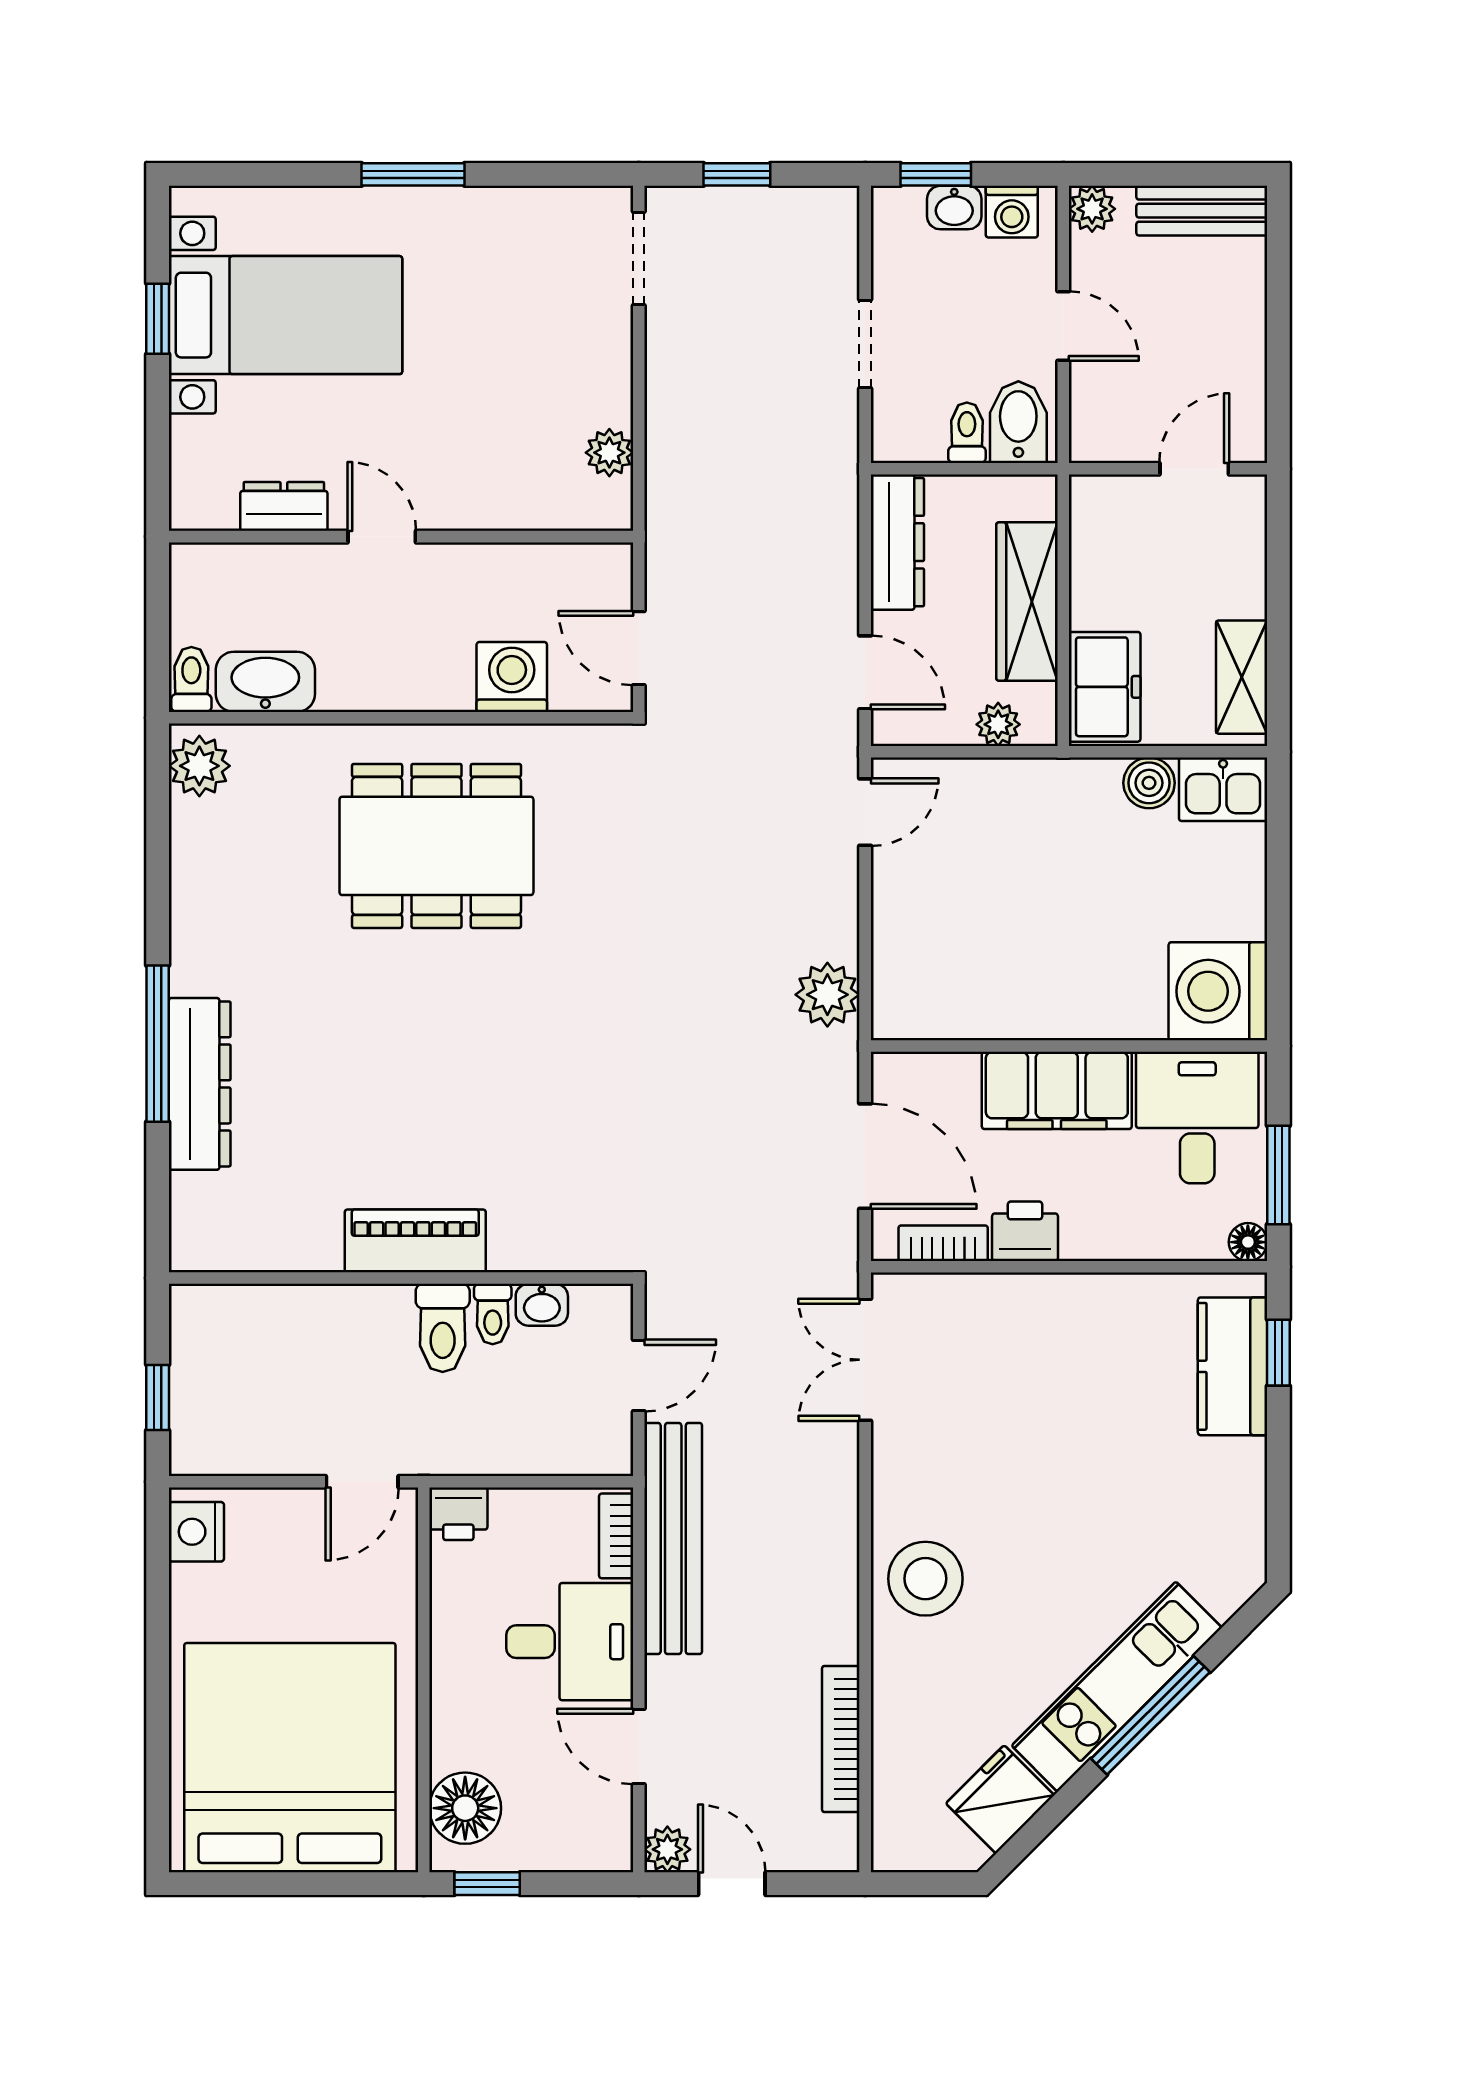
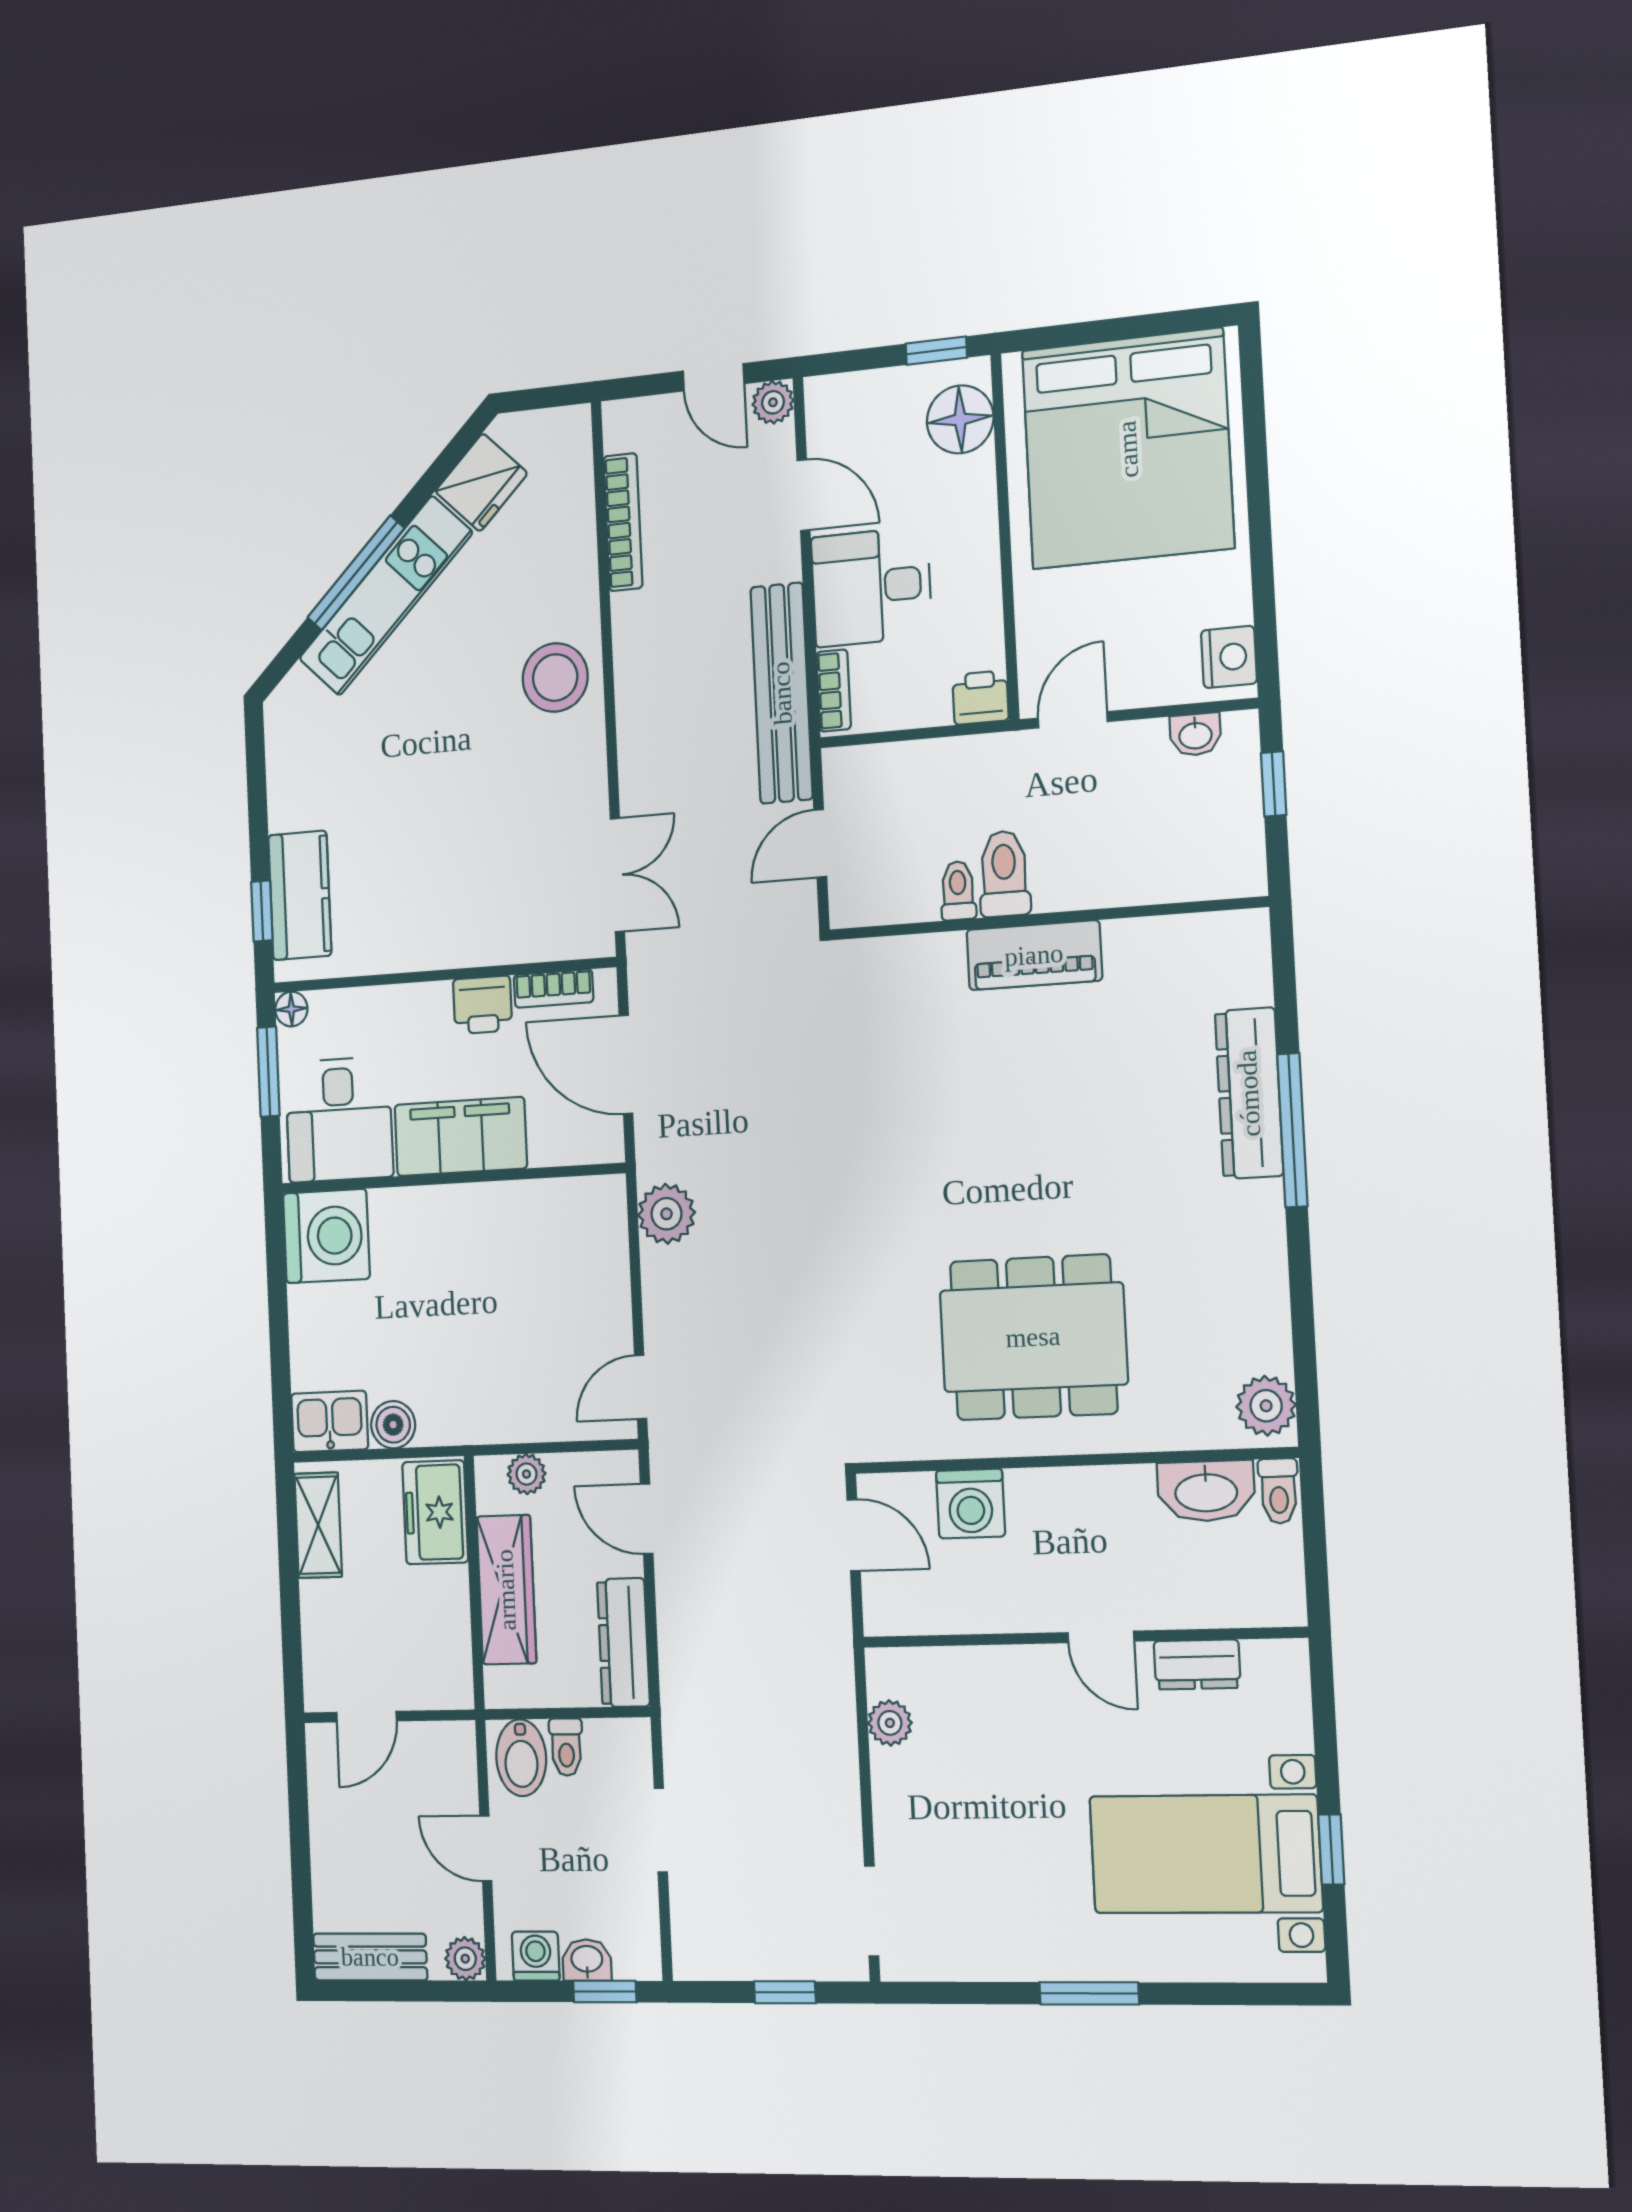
washbasin: (542, 1305) -> (1195, 735), moved, turned 180

